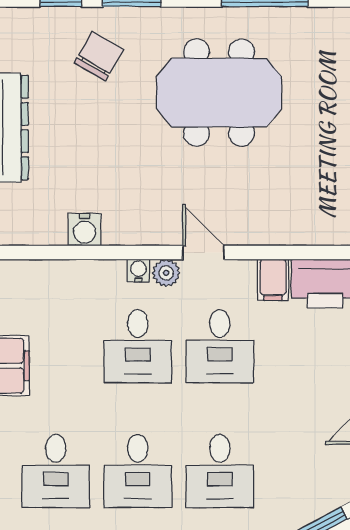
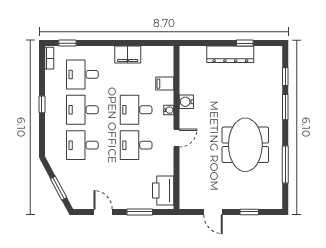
chair: (99, 56) -> (261, 93), removed
water cooler: (85, 230) -> (186, 102), moved
plant: (166, 273) -> (168, 122), removed
filing cabinet: (273, 280) -> (165, 84), moved

